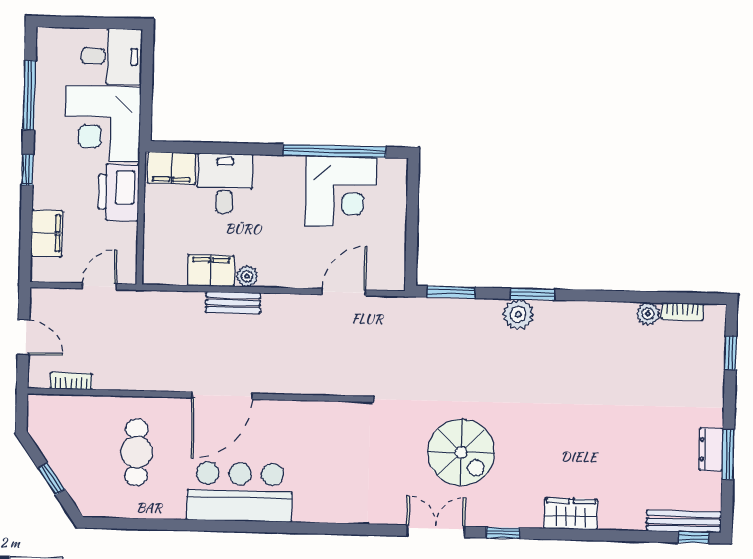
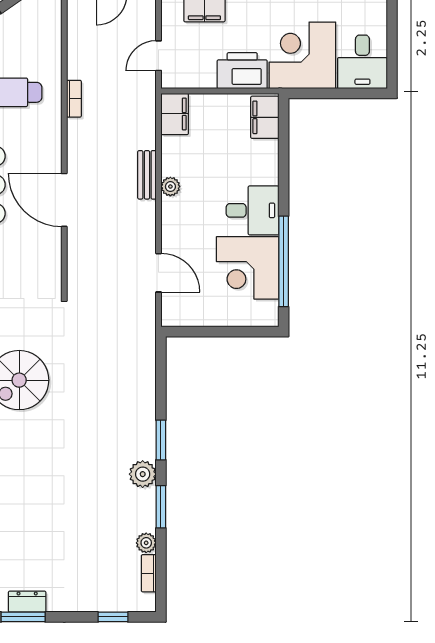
desk: (225, 183) -> (252, 210), moved
filing cabinet: (211, 271) -> (175, 114), moved
door: (99, 286) -> (159, 56), swing flipped
window: (451, 292) -> (161, 507), moved
plant: (518, 314) -> (143, 474), moved
bookcase: (71, 381) -> (74, 99), moved
door: (222, 396) -> (64, 200), moved

